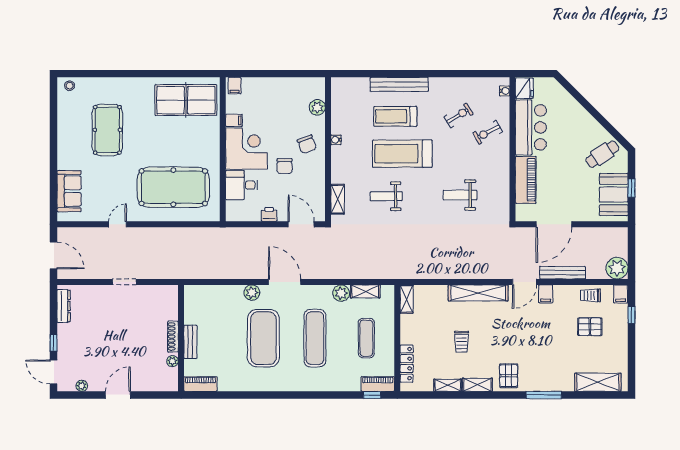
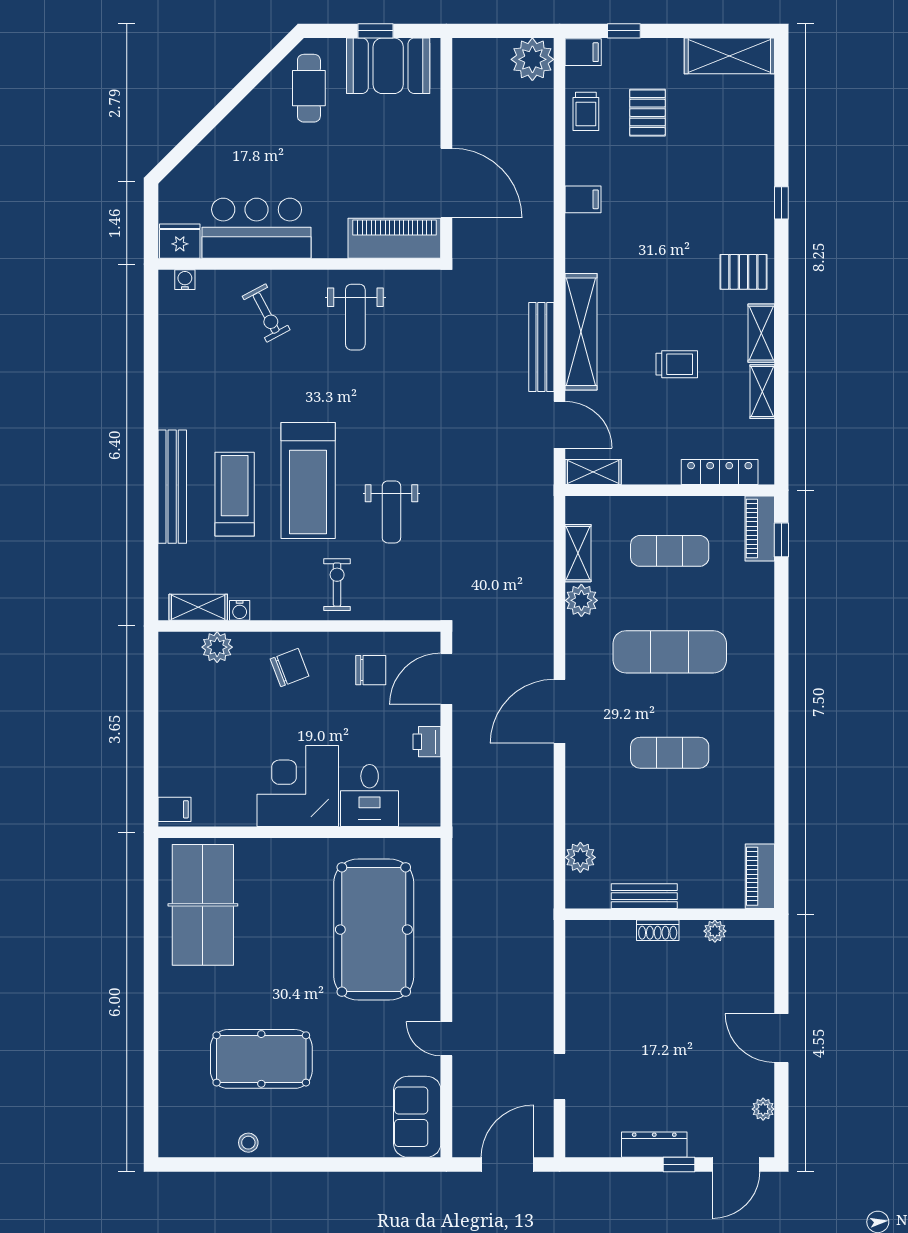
stool: (69, 86) -> (248, 1143), moved
exercise bike: (458, 115) -> (337, 585), moved, turned 32
treadmill: (395, 116) -> (235, 494), turned 180
filing cabinet: (234, 120) -> (243, 811), removed
water cooler: (336, 140) -> (240, 610), moved
cafe table: (602, 154) -> (309, 88), turned 34
chair: (285, 166) -> (371, 670), moved
piano: (526, 180) -> (394, 238), moved
sofa: (69, 191) -> (417, 1117), moved, turned -90
weight bench: (460, 195) -> (355, 317), moved
shelving: (338, 199) -> (198, 607), moved
bench: (563, 273) -> (541, 347), moved
doorway: (124, 282) -> (559, 1077), moved
door: (524, 282) -> (559, 425), moved
plant: (252, 293) -> (580, 857), moved
dresser: (64, 306) -> (654, 1145), moved
shoe rack: (173, 337) -> (658, 930), width x0.70
exercise mat: (263, 338) -> (670, 753), width x0.50, depth x0.69
bench: (190, 342) -> (644, 896), moved
shelving: (598, 382) -> (729, 56), moved, turned 90
window: (544, 395) -> (781, 203), width x0.46

